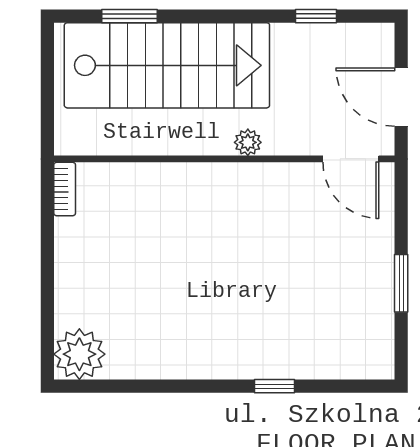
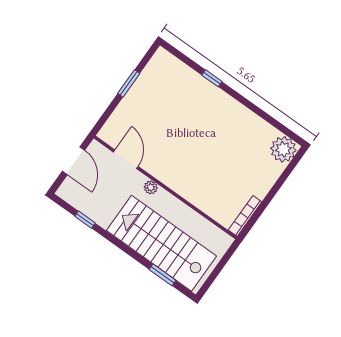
door: (351, 159) -> (126, 159), moved
bookcase: (65, 189) -> (245, 216), width x1.56

